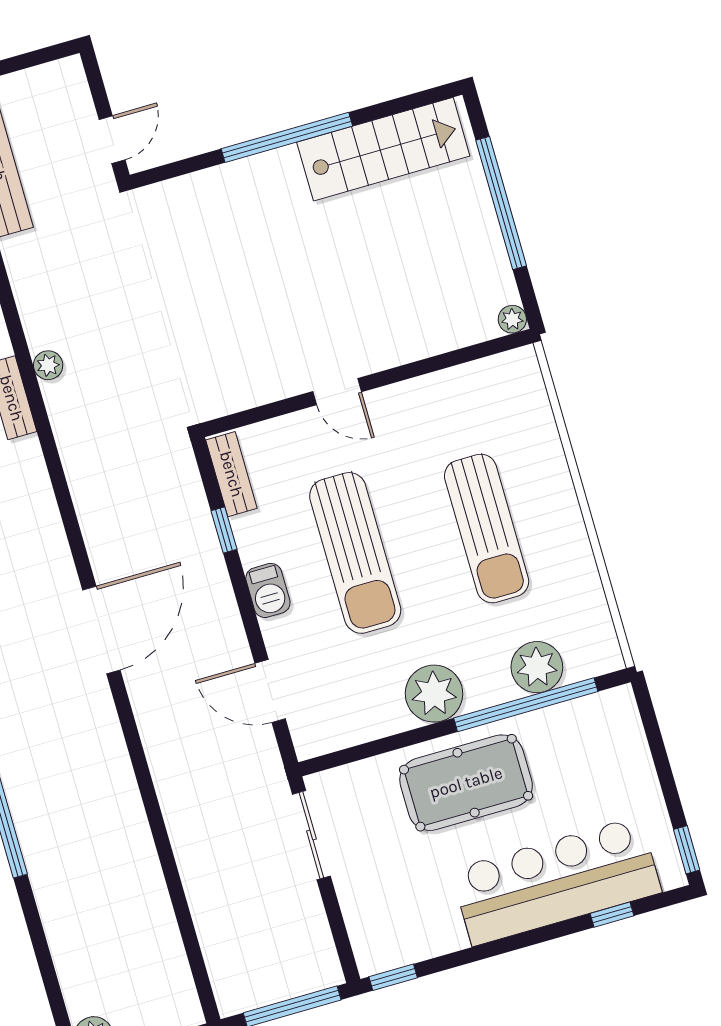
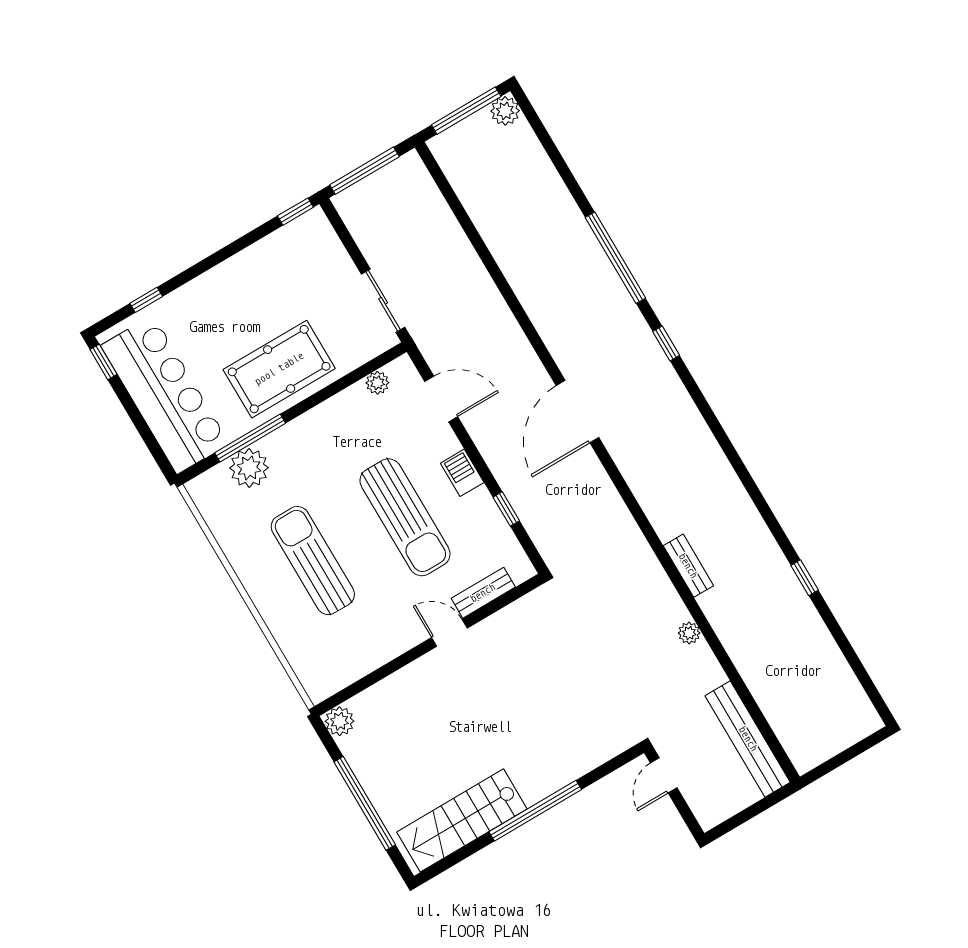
plant: (512, 319) -> (340, 721), width x1.38, depth x1.38
plant: (48, 365) -> (689, 633), moved
bench: (231, 474) -> (483, 593), moved, turned 90
sun lounger: (355, 553) -> (405, 517), turned 180
plant: (434, 694) -> (377, 383), moved, width x0.53, depth x0.53
window: (526, 705) -> (250, 438), width x0.68
bar counter: (556, 881) -> (165, 394), moved, turned -90

